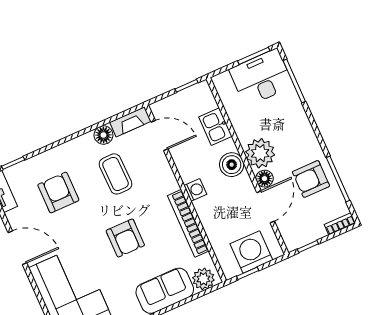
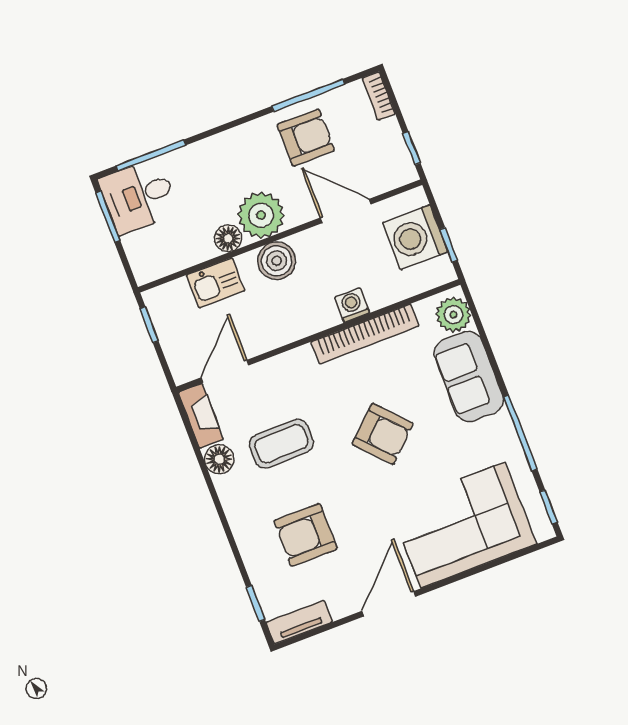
desk: (261, 78) -> (139, 196), width x0.73
floor lamp: (264, 179) -> (228, 238), moved
armchair: (311, 179) -> (306, 138), turned -90
washing machine: (195, 190) -> (352, 305), moved
armchair: (125, 238) -> (383, 434), turned 47

